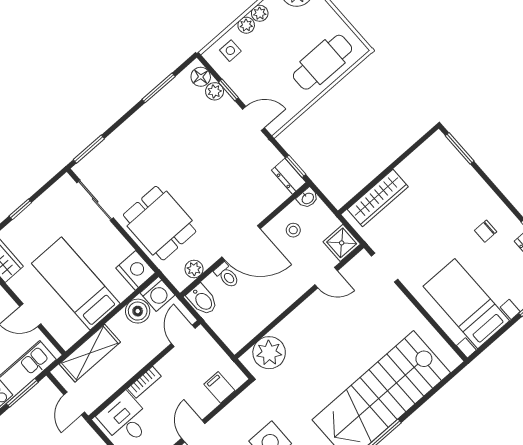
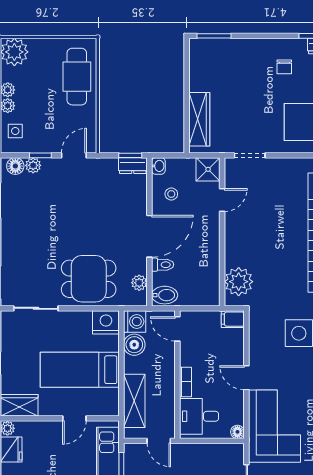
filing cabinet: (219, 387) -> (233, 319), moved

